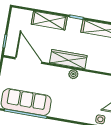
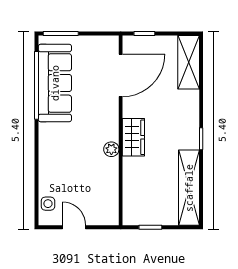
shelving: (49, 21) -> (189, 62), moved
wardrobe: (68, 59) -> (133, 137), width x0.67

